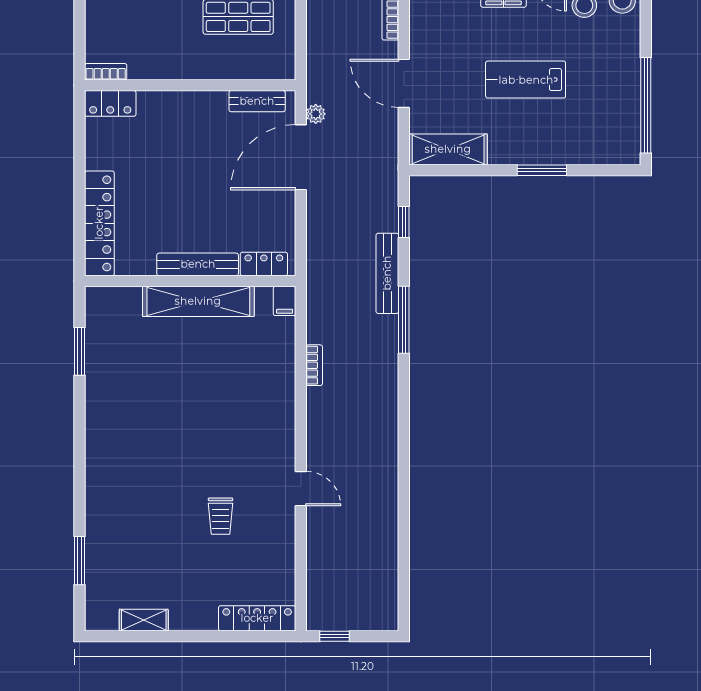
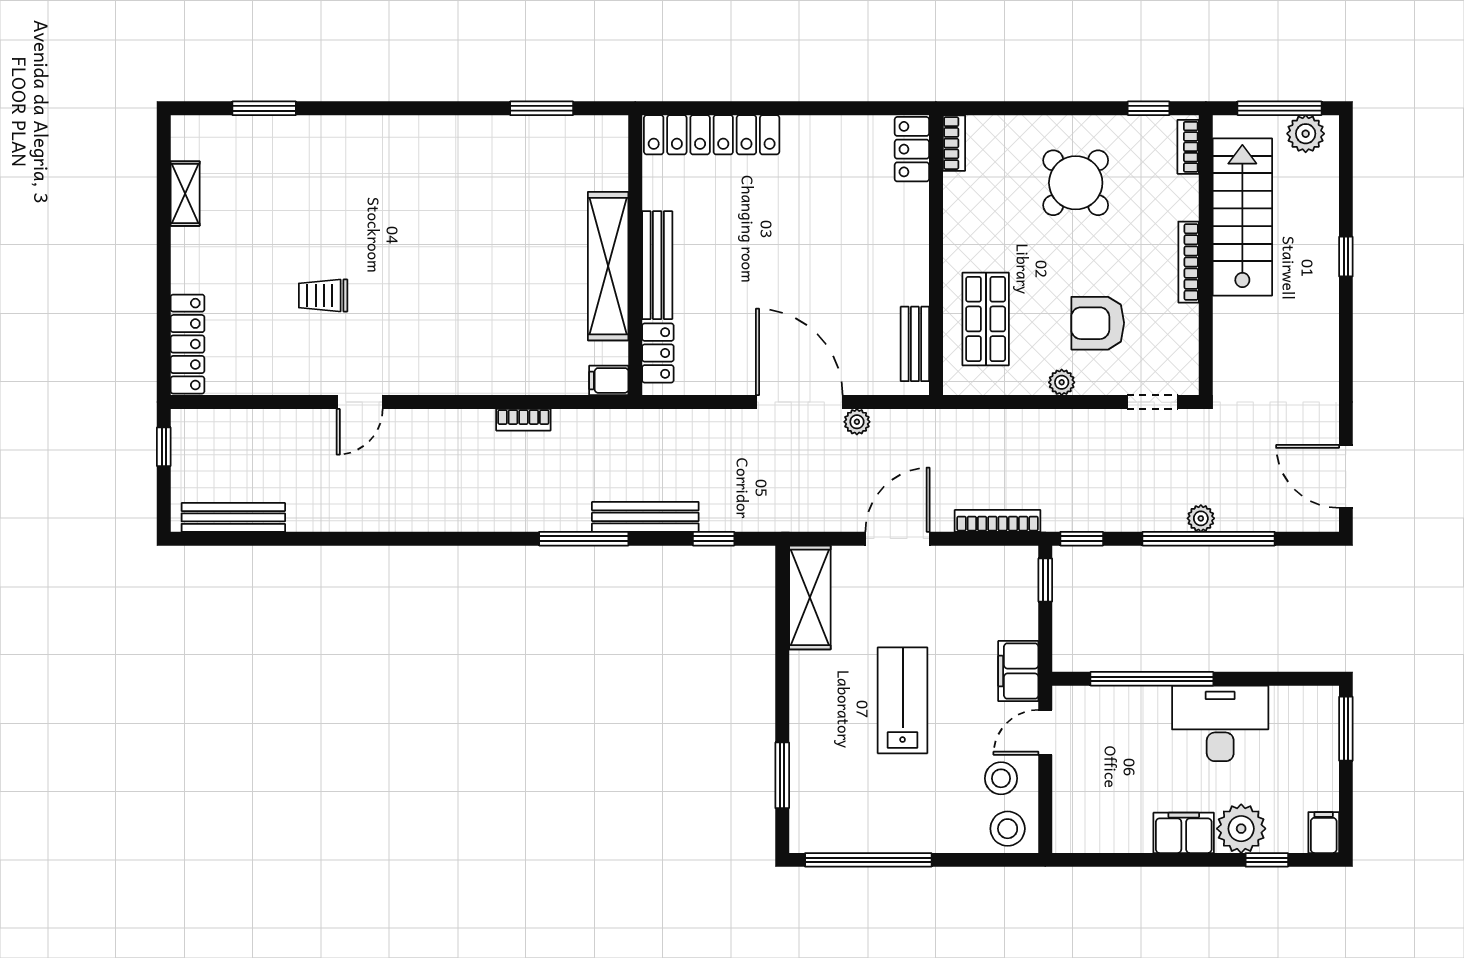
bookcase: (106, 72) -> (954, 143), moved
wall: (190, 85) -> (936, 255), moved
bench: (257, 101) -> (915, 344), moved
locker: (110, 103) -> (912, 149), moved
window: (542, 170) -> (782, 775), moved
bench: (388, 584) -> (233, 517), added

